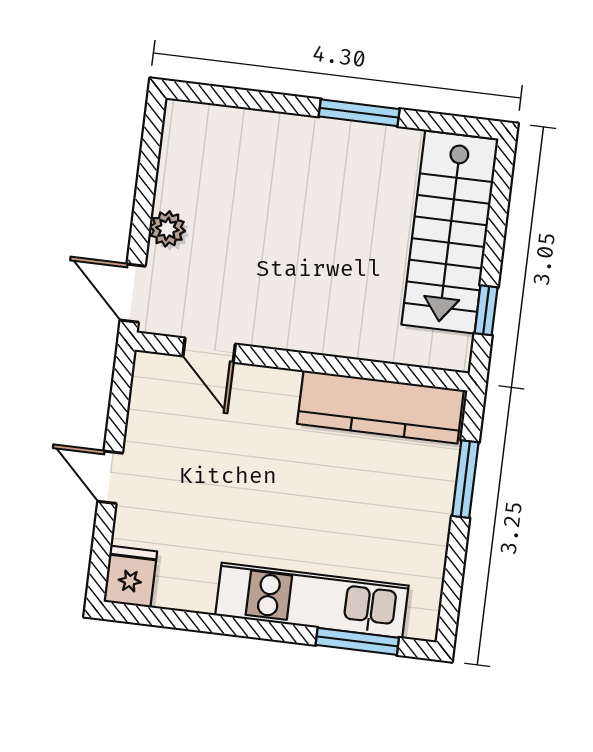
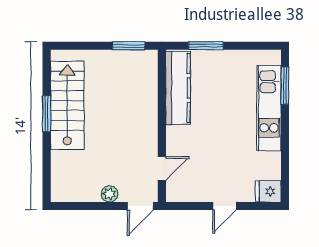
stairs: (450, 232) -> (67, 105), moved, turned -90
window: (486, 310) -> (129, 46), width x1.50

